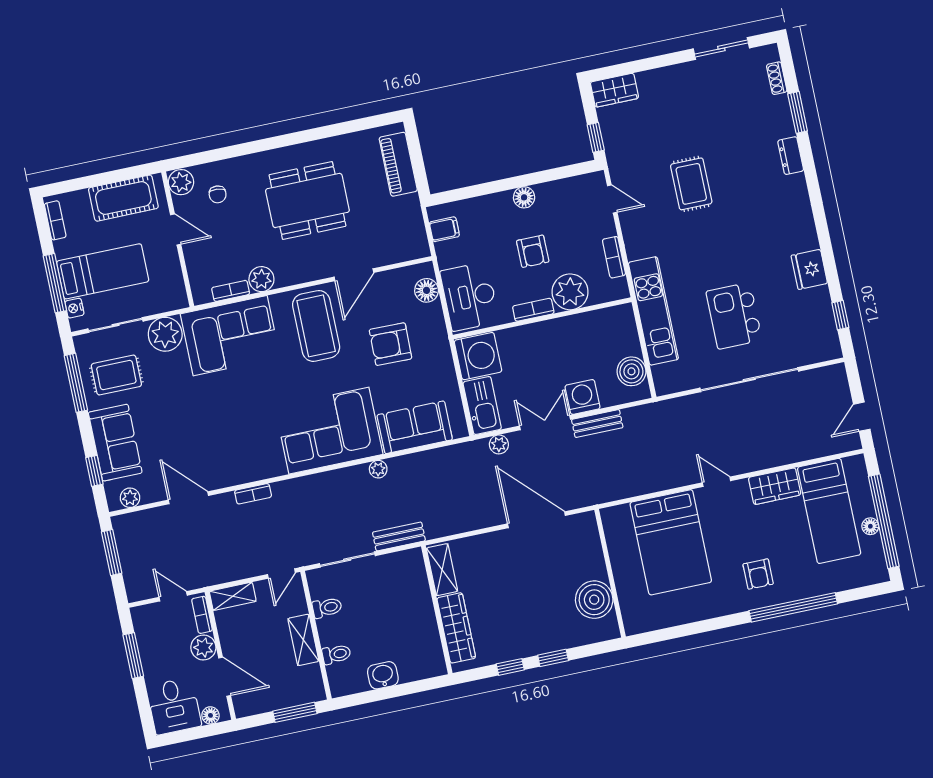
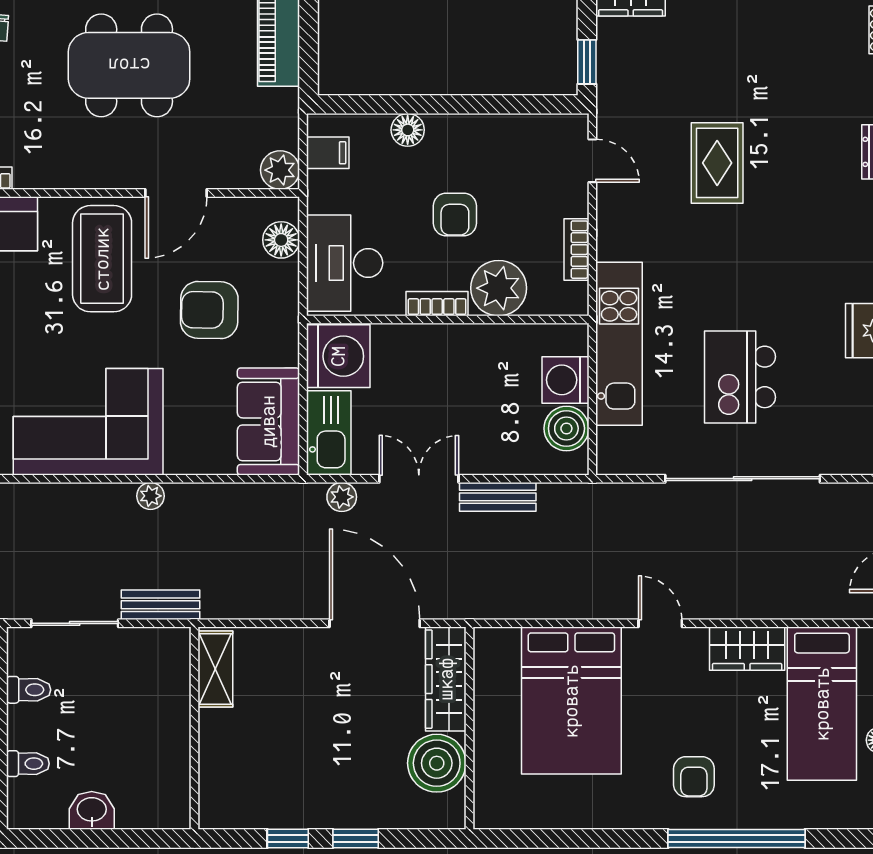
floor lamp: (524, 197) -> (408, 130), moved
plant: (261, 279) -> (280, 170), moved
washing machine: (582, 397) -> (565, 380), moved, turned -90
sofa: (415, 427) -> (268, 421), moved, turned -90
wardrobe: (456, 628) -> (446, 679), moved, turned 180

